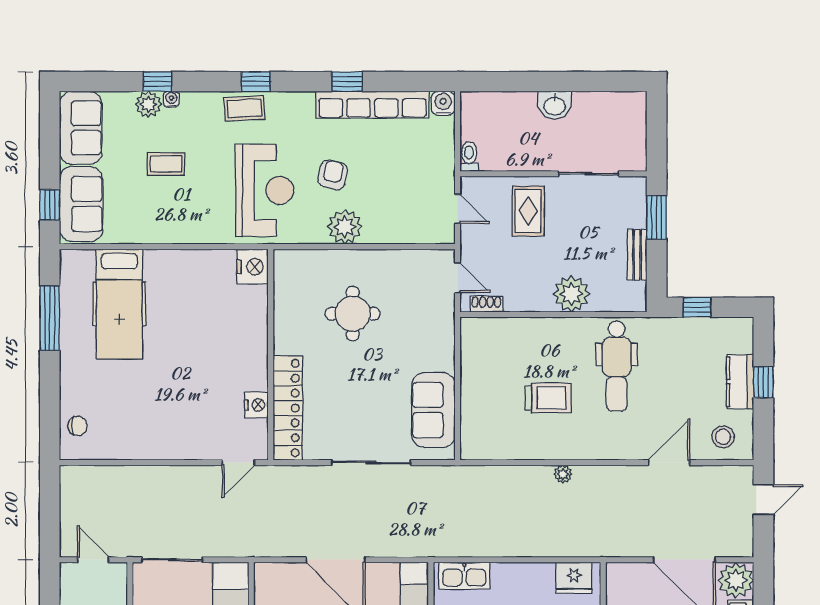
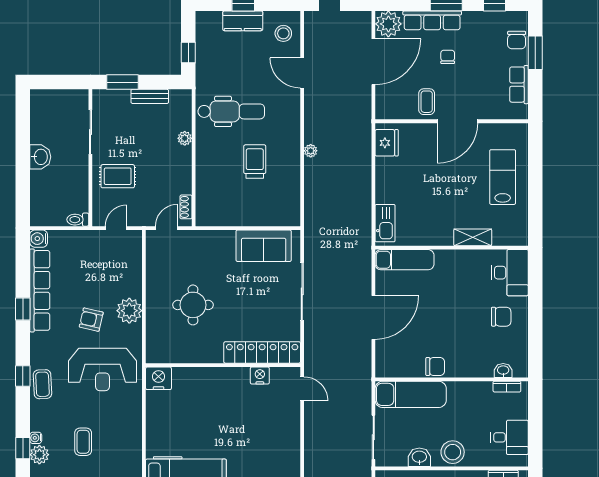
reception desk: (265, 190) -> (103, 369), turned 180
plant: (571, 294) -> (185, 138), width x0.53, depth x0.53

